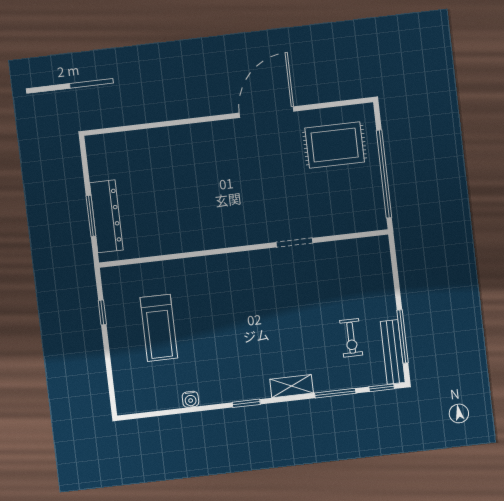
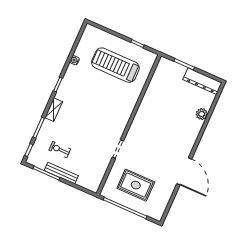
plant: (155, 139) -> (202, 114), added
rug: (335, 145) -> (136, 185), moved, turned 90
dresser: (106, 216) -> (202, 81), moved
treadmill: (159, 328) -> (115, 65), width x1.37, depth x1.38
bench: (393, 352) -> (61, 173), moved

